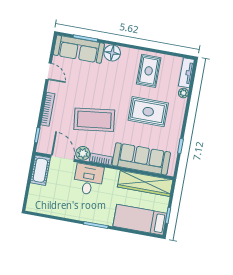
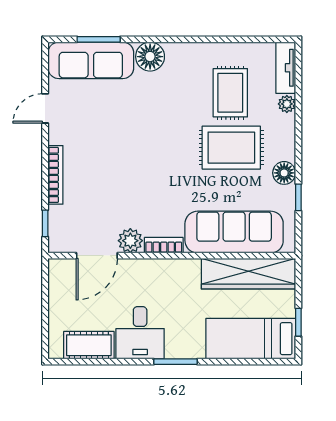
door: (49, 71) -> (45, 108), swing flipped
rug: (149, 71) -> (230, 93), moved
coffee table: (94, 120) -> (140, 179), removed
floor lamp: (175, 131) -> (284, 173), added
door: (63, 158) -> (97, 256), swing flipped
cot: (40, 170) -> (89, 345), moved, turned 90
desk: (88, 179) -> (140, 333), moved, turned 180

